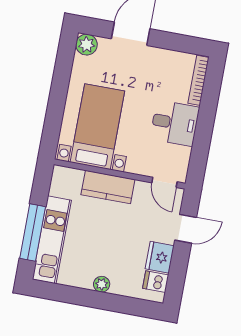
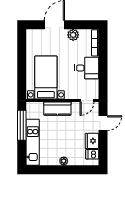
plant: (87, 45) -> (73, 35), moved
door: (164, 182) -> (87, 101), hinge flipped
window: (33, 232) -> (22, 125), moved

